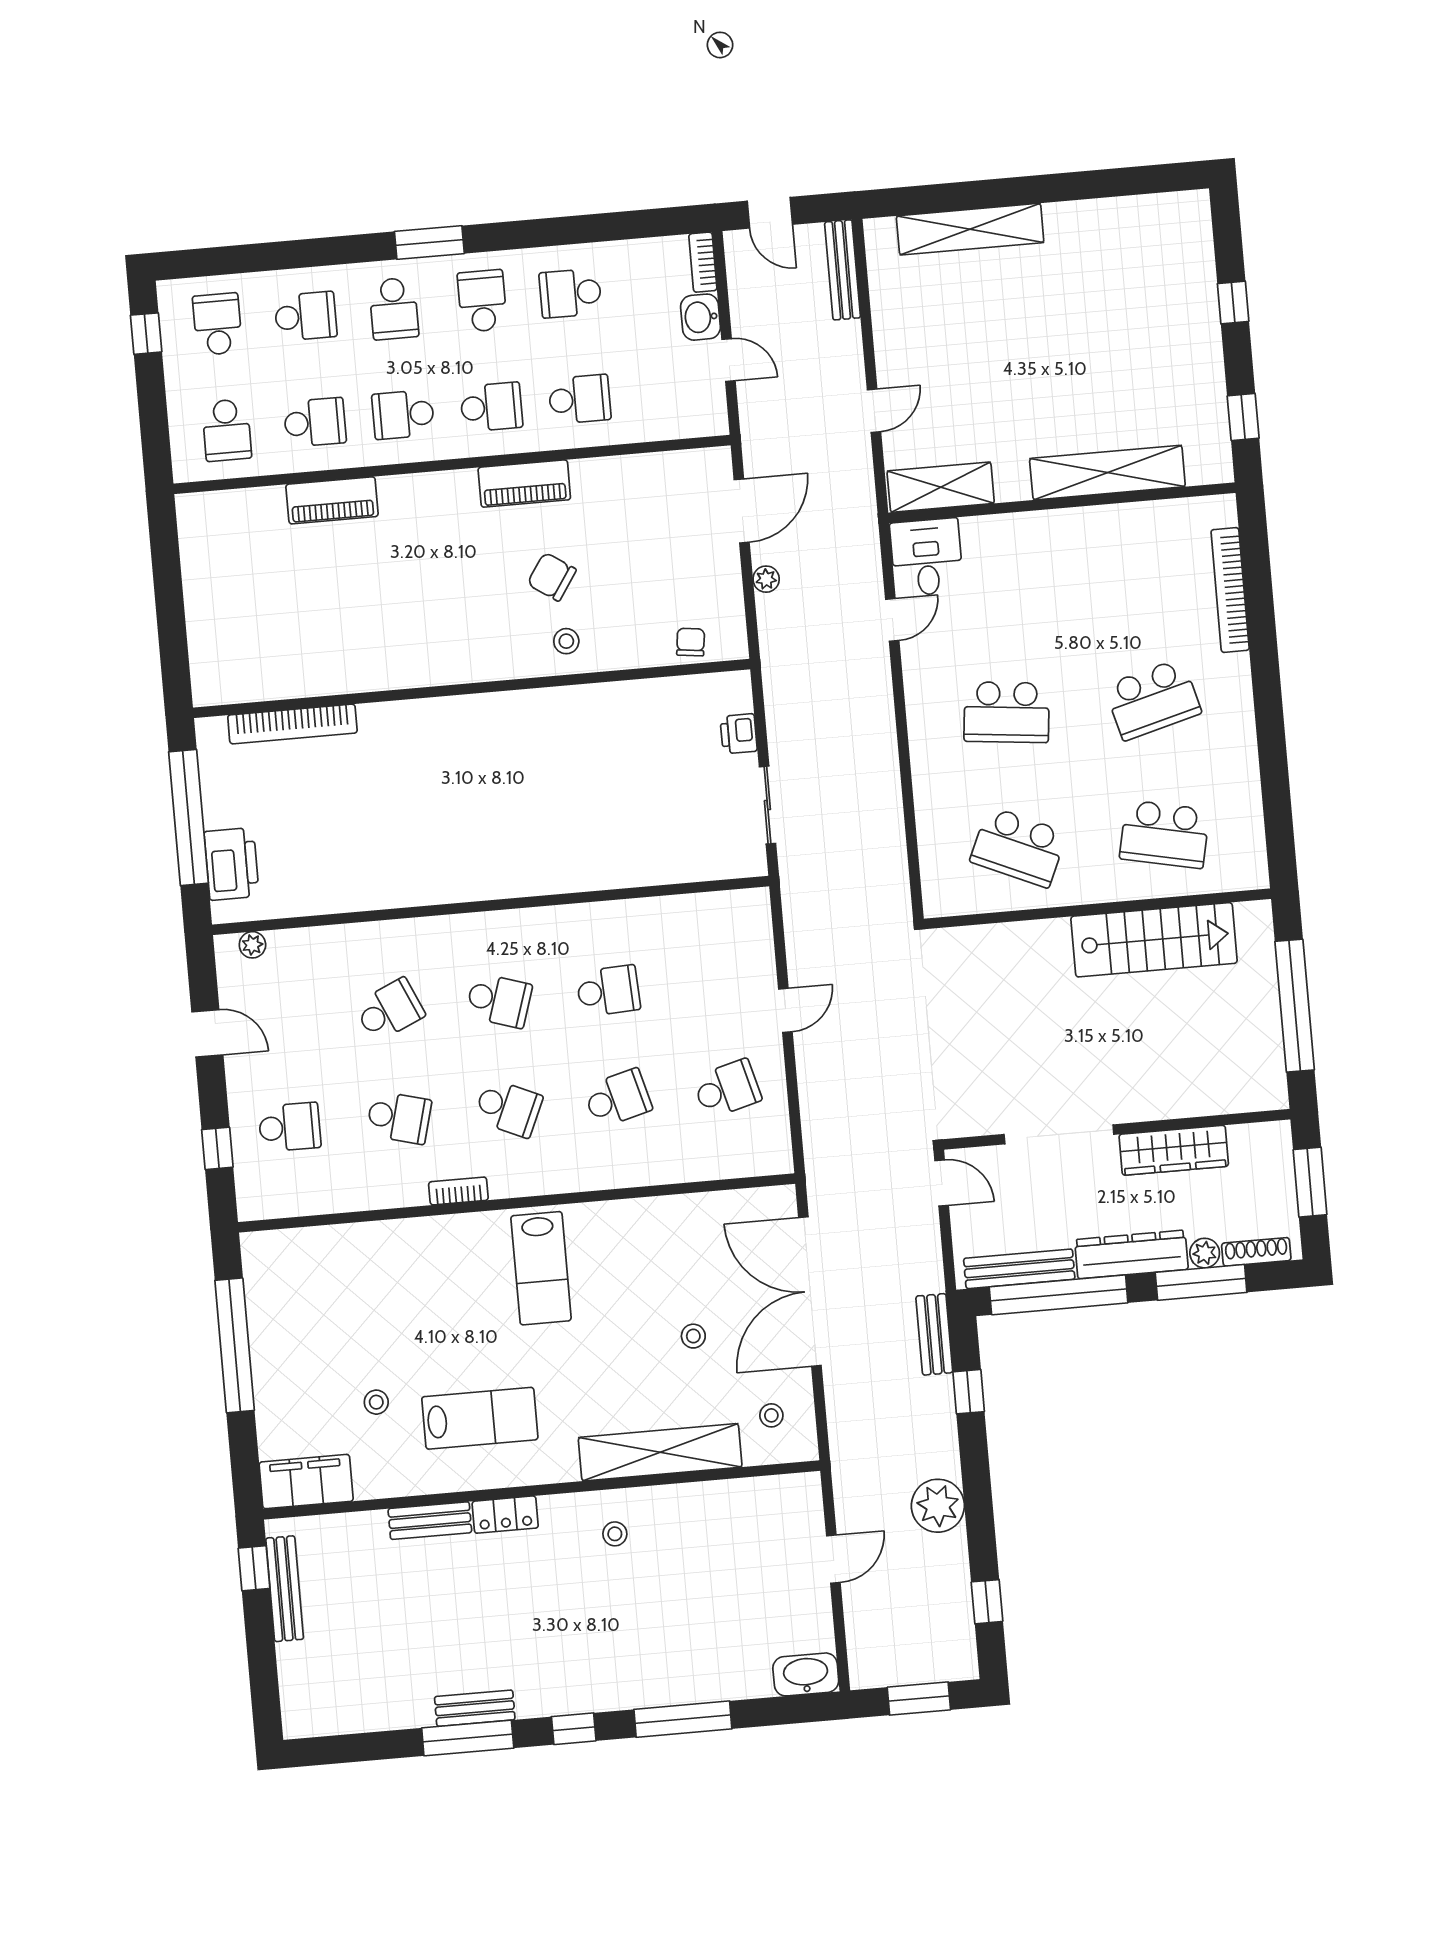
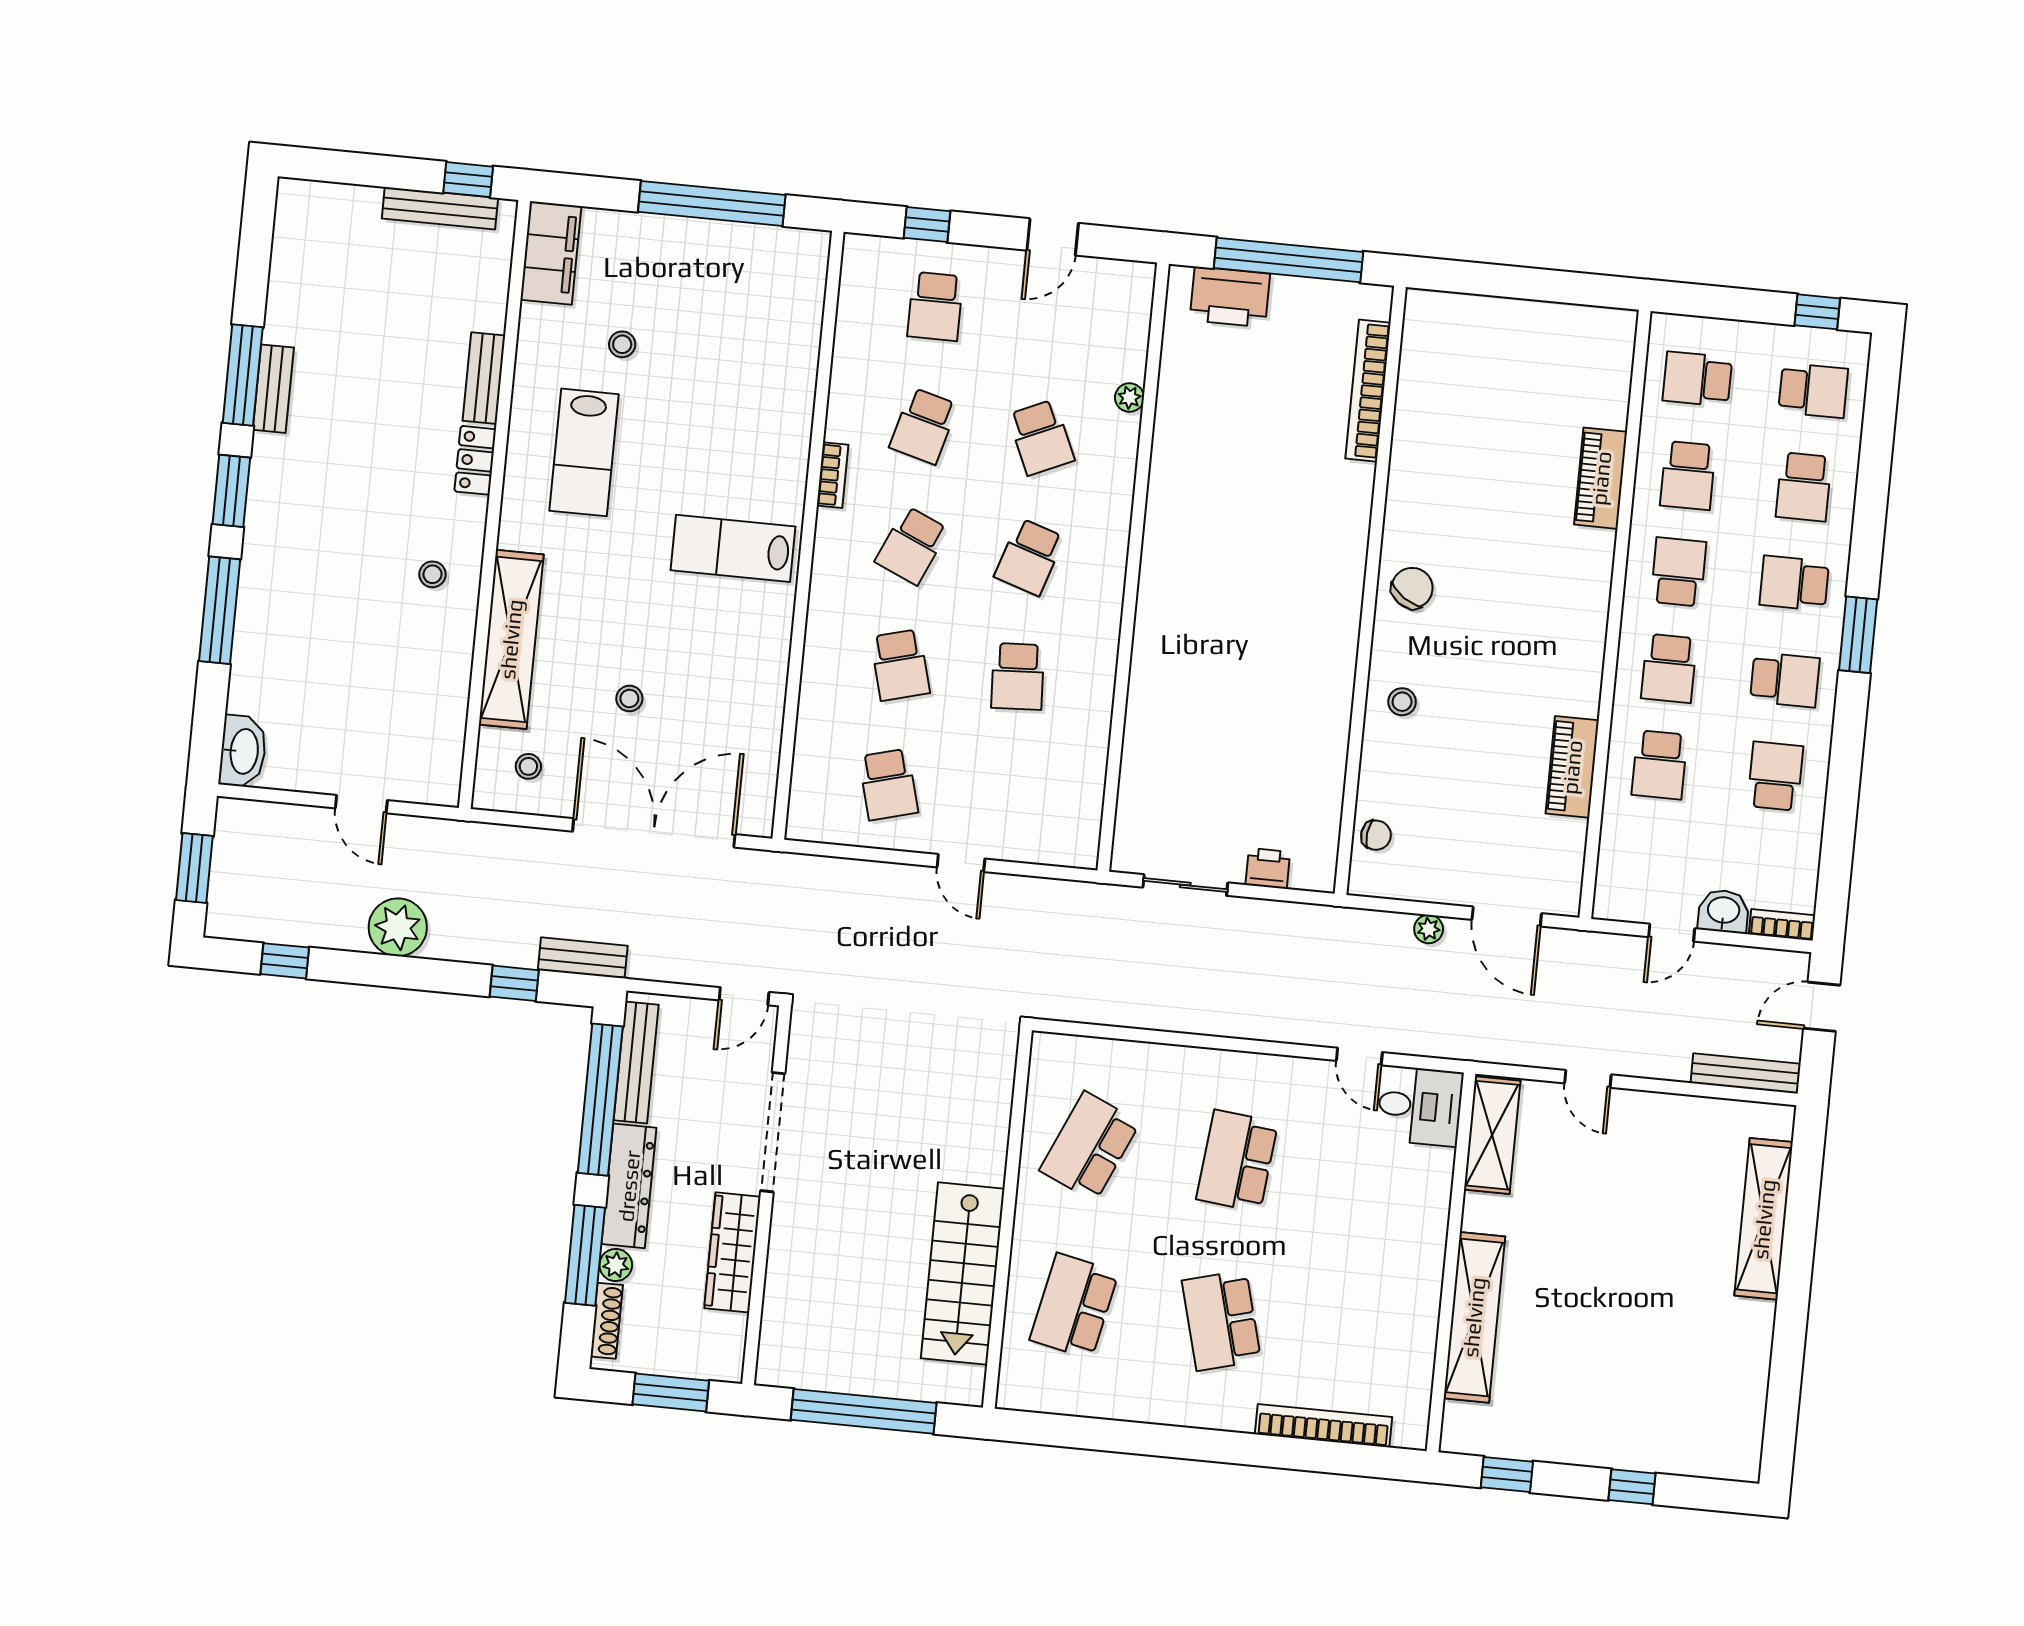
piano: (524, 484) -> (1572, 767), moved
chair: (552, 577) -> (1412, 588), moved
plant: (252, 945) -> (1129, 398), moved
window: (574, 1729) -> (231, 491), width x1.50

